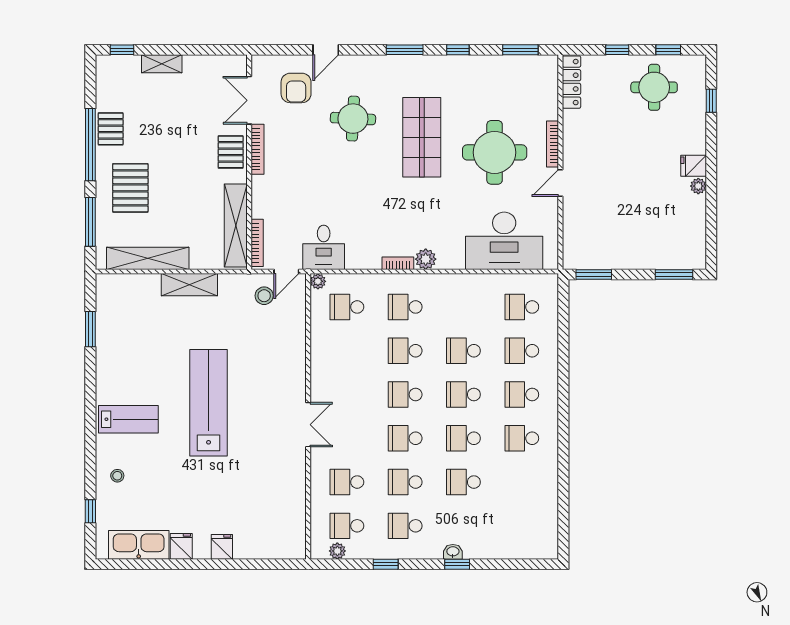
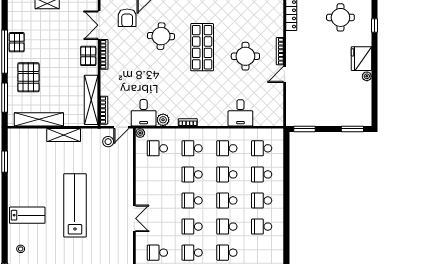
round table: (495, 152) -> (245, 56), width x0.73, depth x0.73
fridge: (694, 166) -> (361, 59), width x1.88, depth x1.34
desk: (504, 241) -> (240, 113), width x0.53, depth x0.77
plant: (426, 259) -> (163, 120), moved
school desk: (463, 307) -> (227, 148), added

